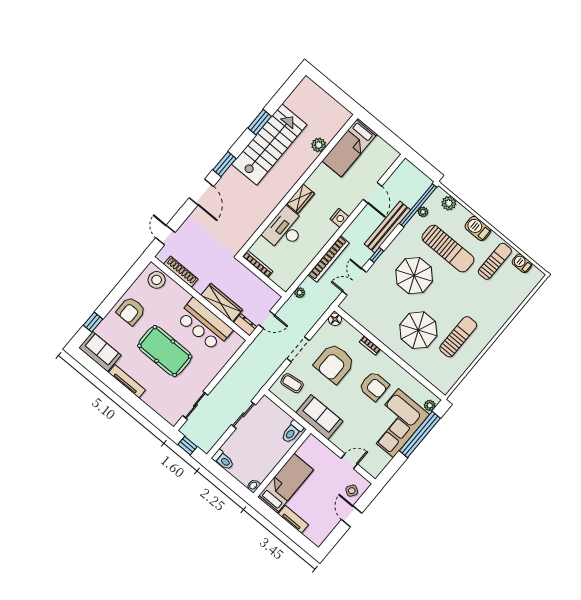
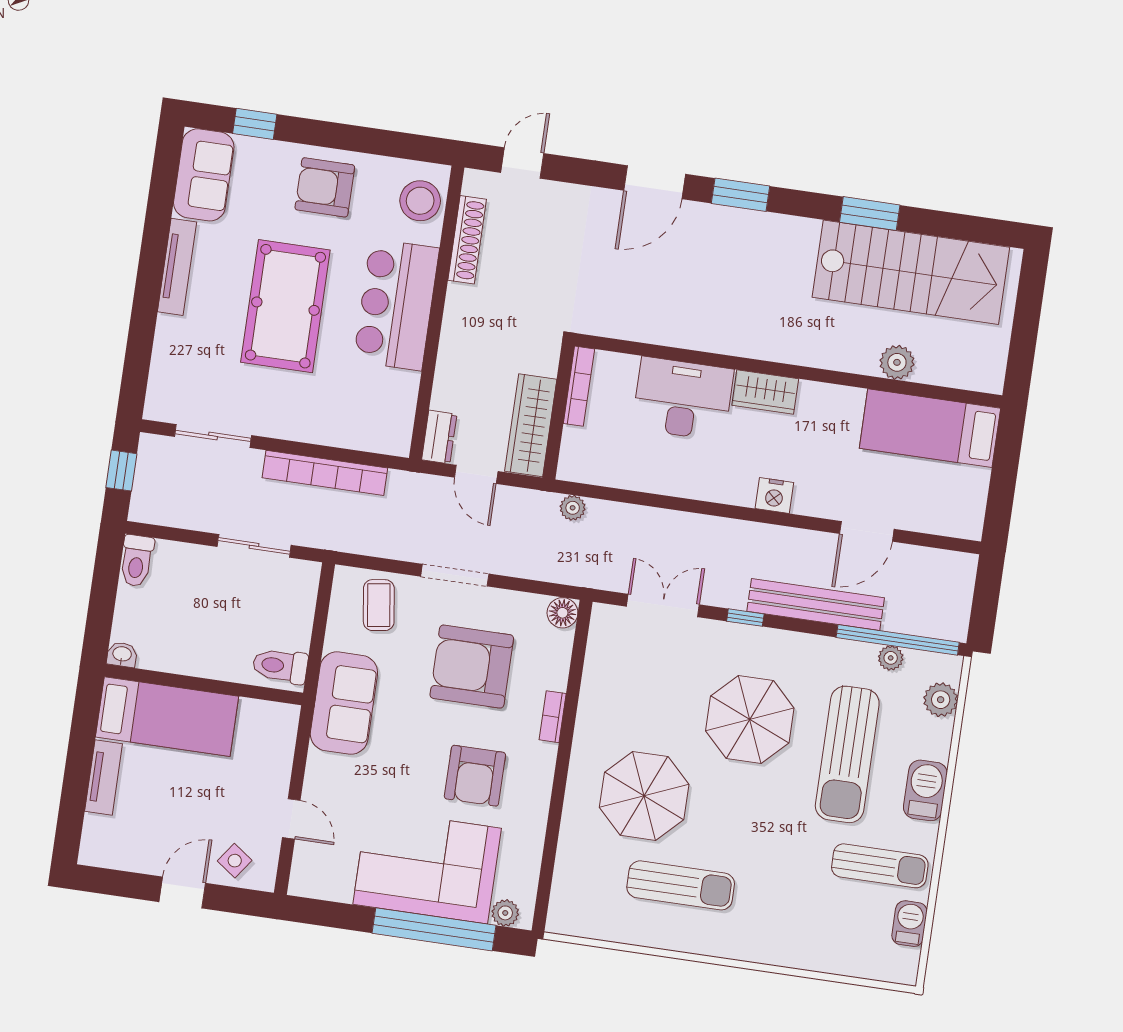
stairs: (269, 144) -> (911, 272), moved
bookcase: (329, 259) -> (325, 473), moved
wardrobe: (222, 303) -> (531, 425), moved, turned 180
bar counter: (204, 324) -> (396, 305), moved

